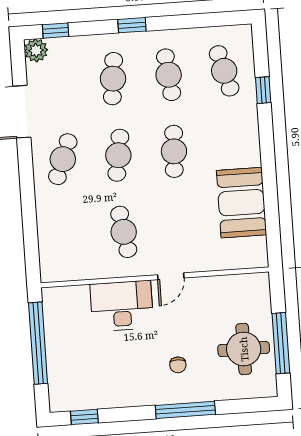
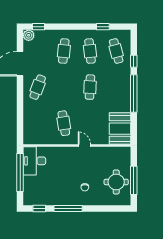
window: (132, 25) -> (103, 27), moved
cafe table: (118, 155) -> (64, 87), removed
window: (268, 158) -> (134, 93), added
booth: (242, 203) -> (120, 129), moved
door: (171, 276) -> (84, 146), swing flipped
desk: (122, 306) -> (34, 161), moved, turned -90
window: (185, 410) -> (68, 209), moved

